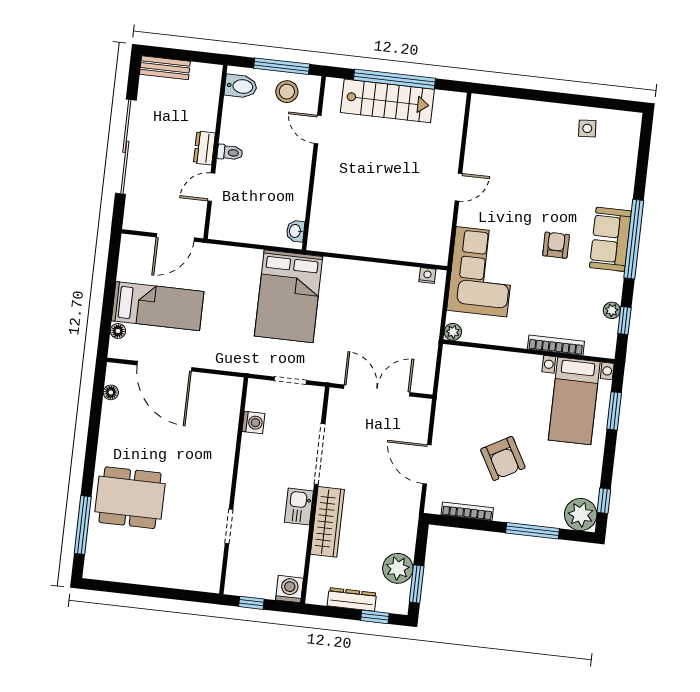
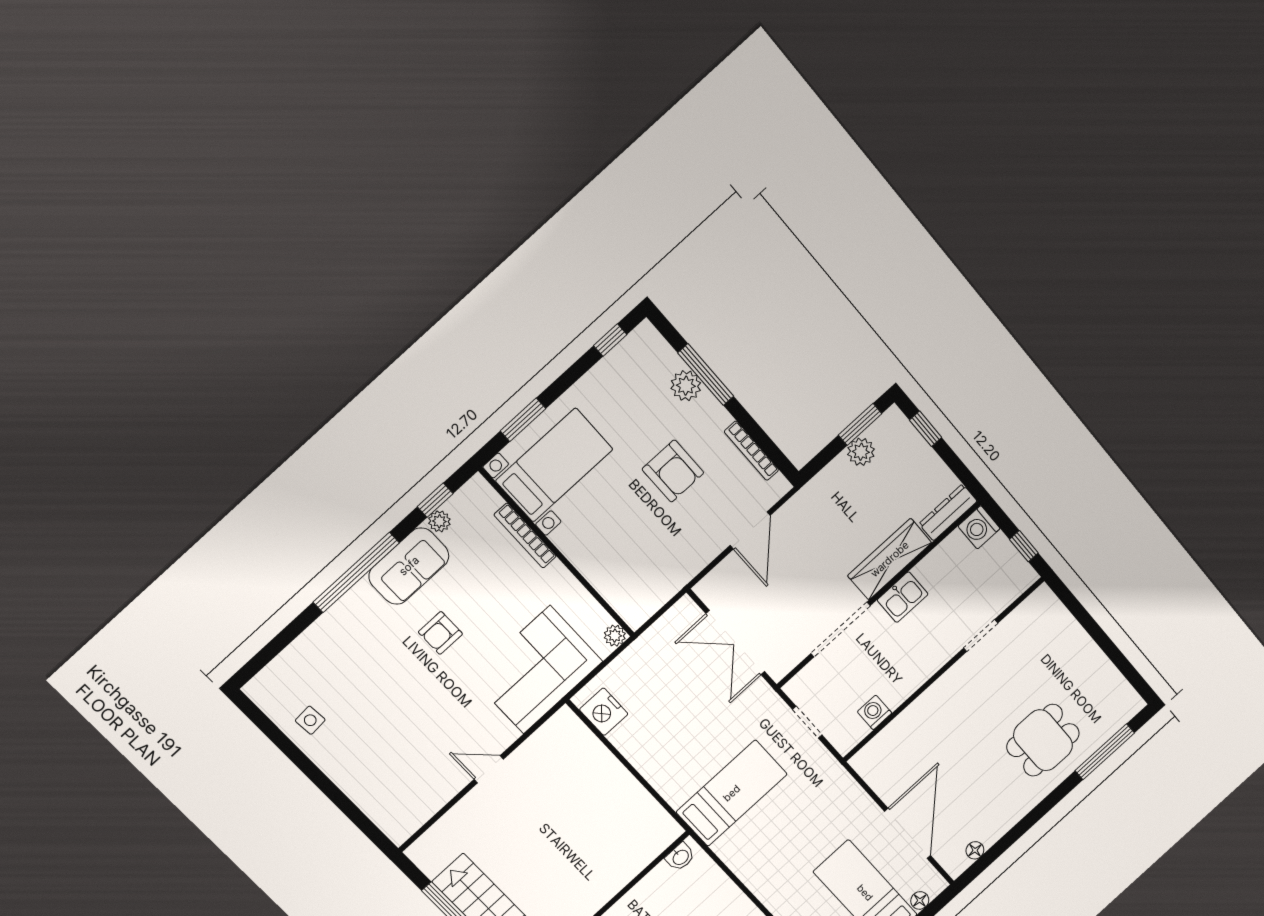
sofa: (610, 239) -> (409, 566), moved
nightstand: (427, 276) -> (604, 712), width x1.89, depth x1.79
bed: (289, 296) -> (732, 793), width x0.67
armchair: (503, 458) -> (673, 471), turned 119
dining table: (130, 498) -> (1043, 740), width x0.73
plant: (581, 515) -> (686, 386), moved, width x0.73, depth x0.73
plant: (398, 568) -> (861, 452), width x0.73, depth x0.73
dresser: (352, 599) -> (948, 512), moved, turned 90

